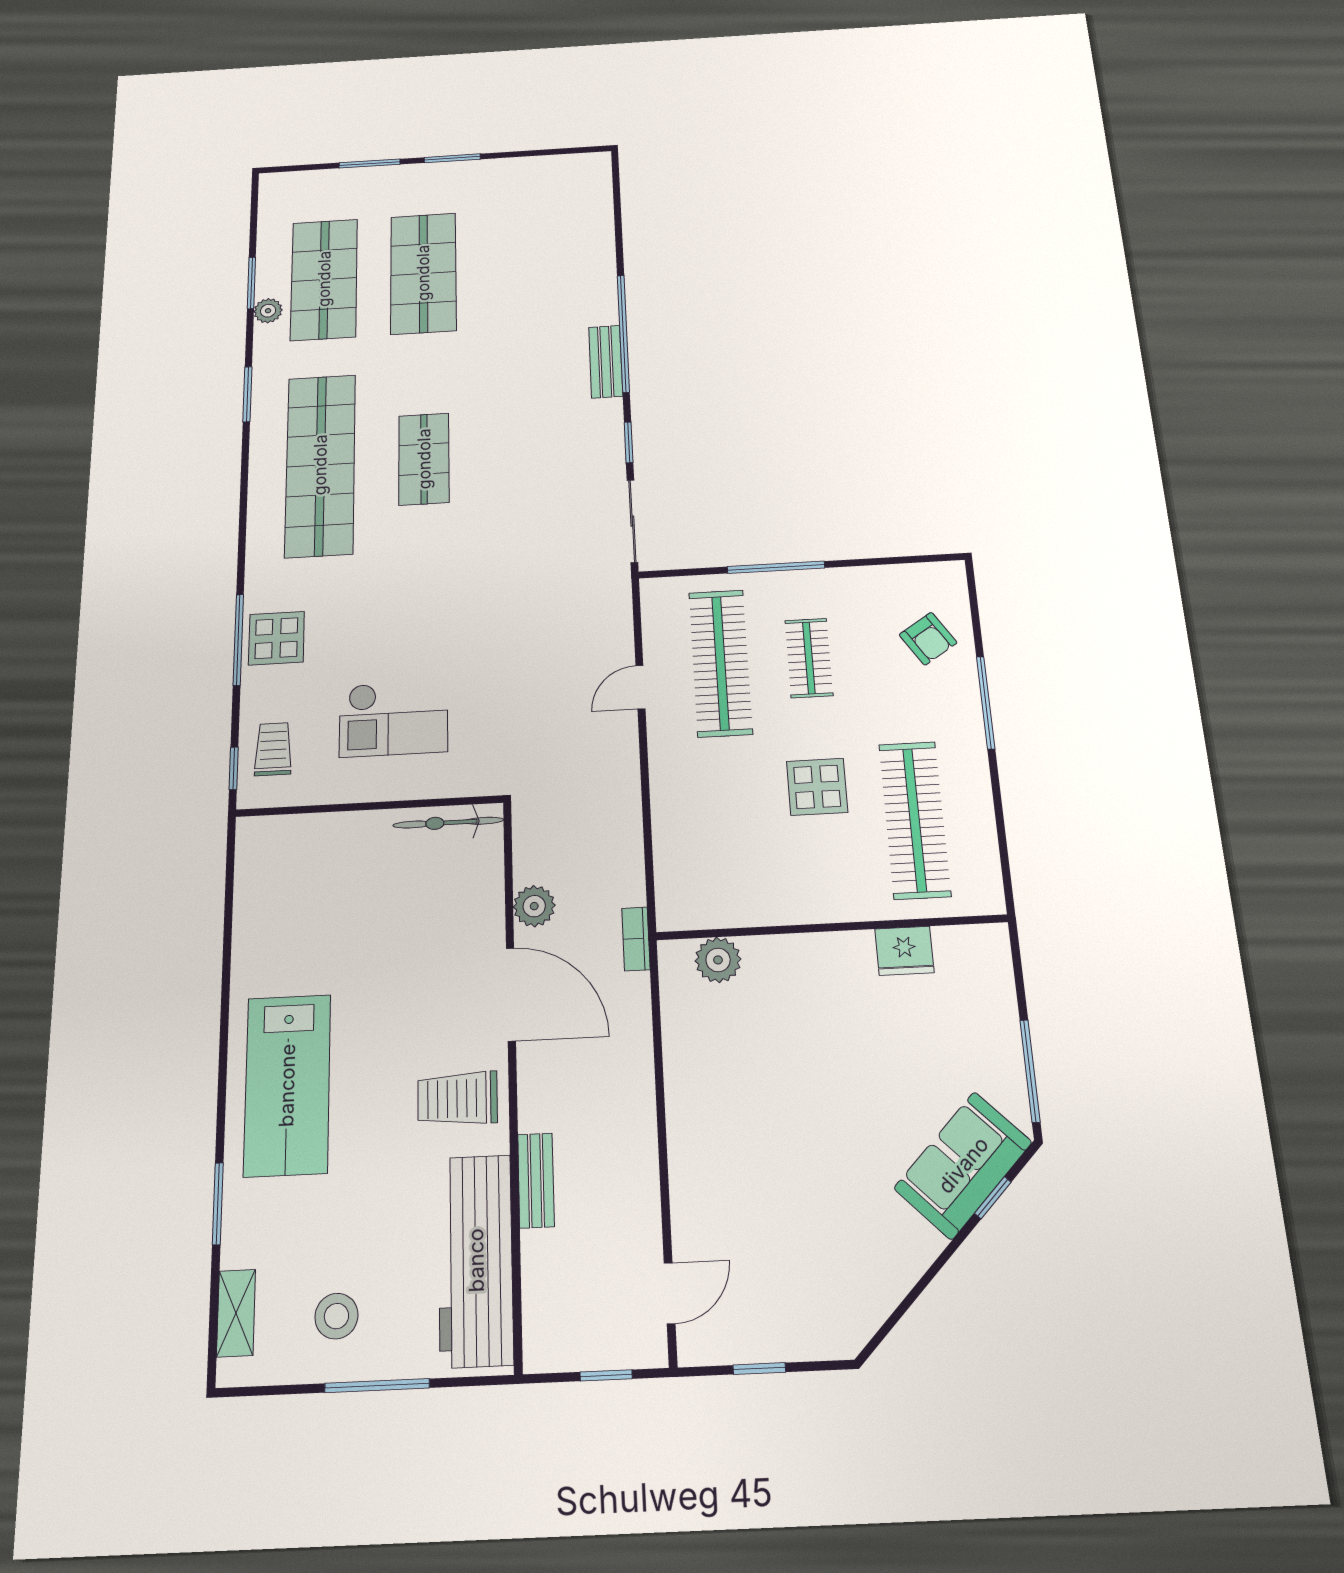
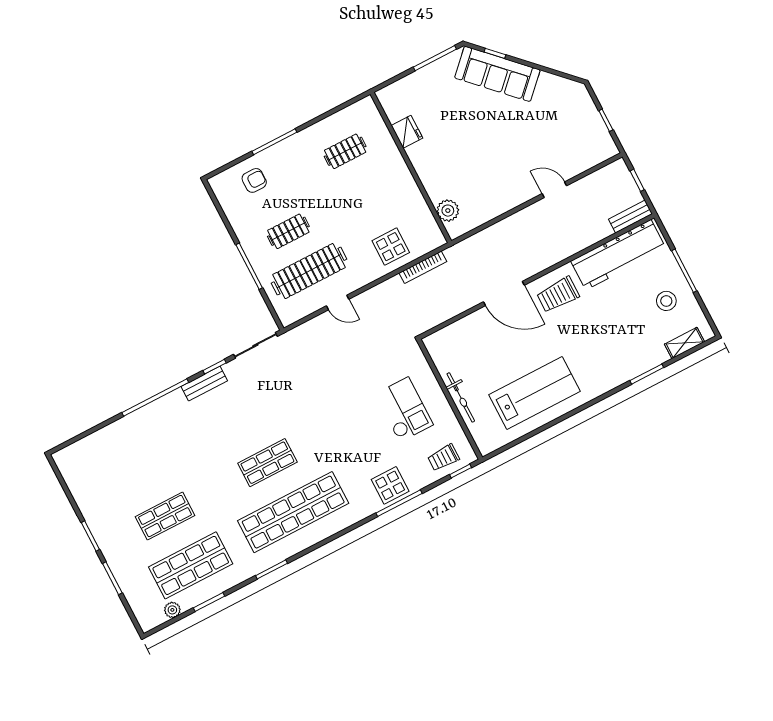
shop shelf: (423, 273) -> (165, 516), width x0.70, depth x0.74
plant: (268, 311) -> (172, 610), moved
bench: (606, 362) -> (204, 384), moved
armchair: (928, 639) -> (254, 180), turned 33
display table: (817, 787) -> (391, 247), moved
clothes rail: (915, 820) -> (345, 151), width x0.54, depth x0.76
bicycle: (448, 823) -> (461, 397), moved
plant: (534, 906) -> (461, 302), removed
bookcase: (636, 939) -> (423, 267), moved, width x1.56
door: (511, 994) -> (504, 293), swing flipped
lab bench: (287, 1085) -> (534, 393), moved
trolley: (458, 1099) -> (558, 295), turned 90
sofa: (963, 1165) -> (497, 74), width x1.36
bench: (536, 1180) -> (630, 217), moved
door: (670, 1293) -> (554, 190), moved

